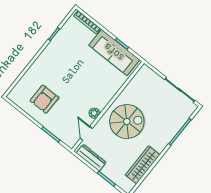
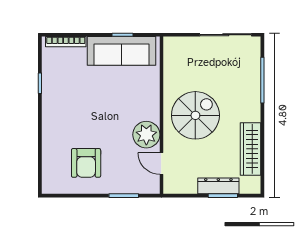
plant: (94, 113) -> (146, 135), width x1.87, depth x1.87
dresser: (91, 158) -> (218, 186), moved

